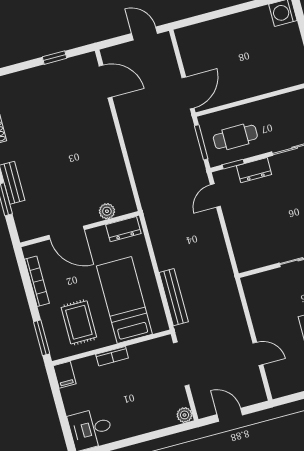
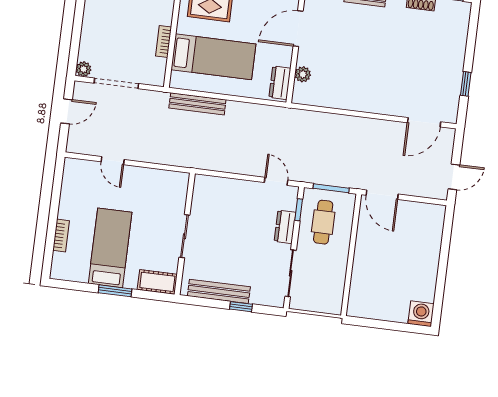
door: (258, 354) -> (113, 161), hinge flipped
bookcase: (112, 356) -> (164, 41), moved
doorway: (181, 364) -> (116, 83), moved

